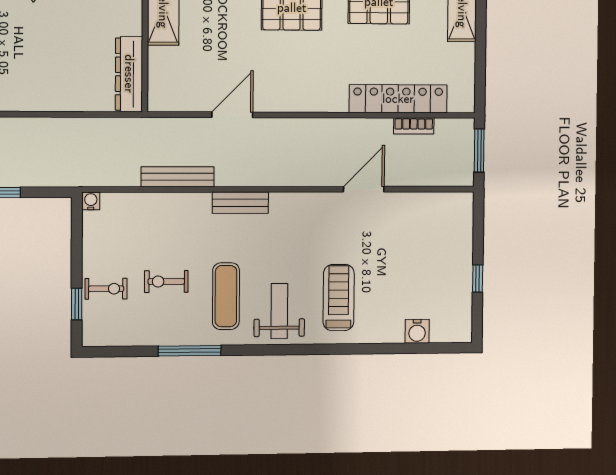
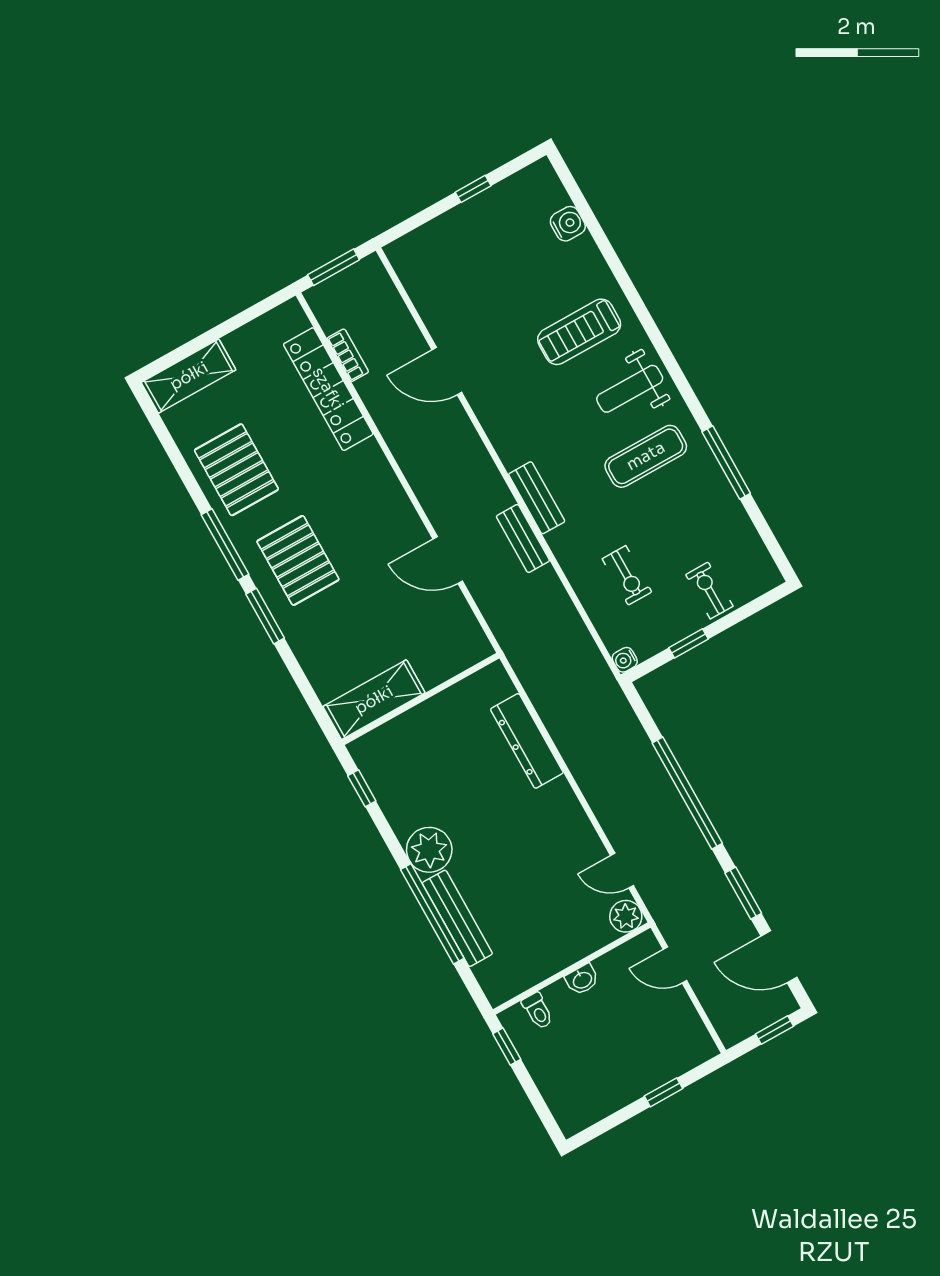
dresser: (129, 74) -> (527, 741), moved, turned 90
bench: (178, 177) -> (523, 539), moved, width x0.73
exercise bike: (166, 281) -> (627, 575), moved
window: (77, 304) -> (688, 643), moved

